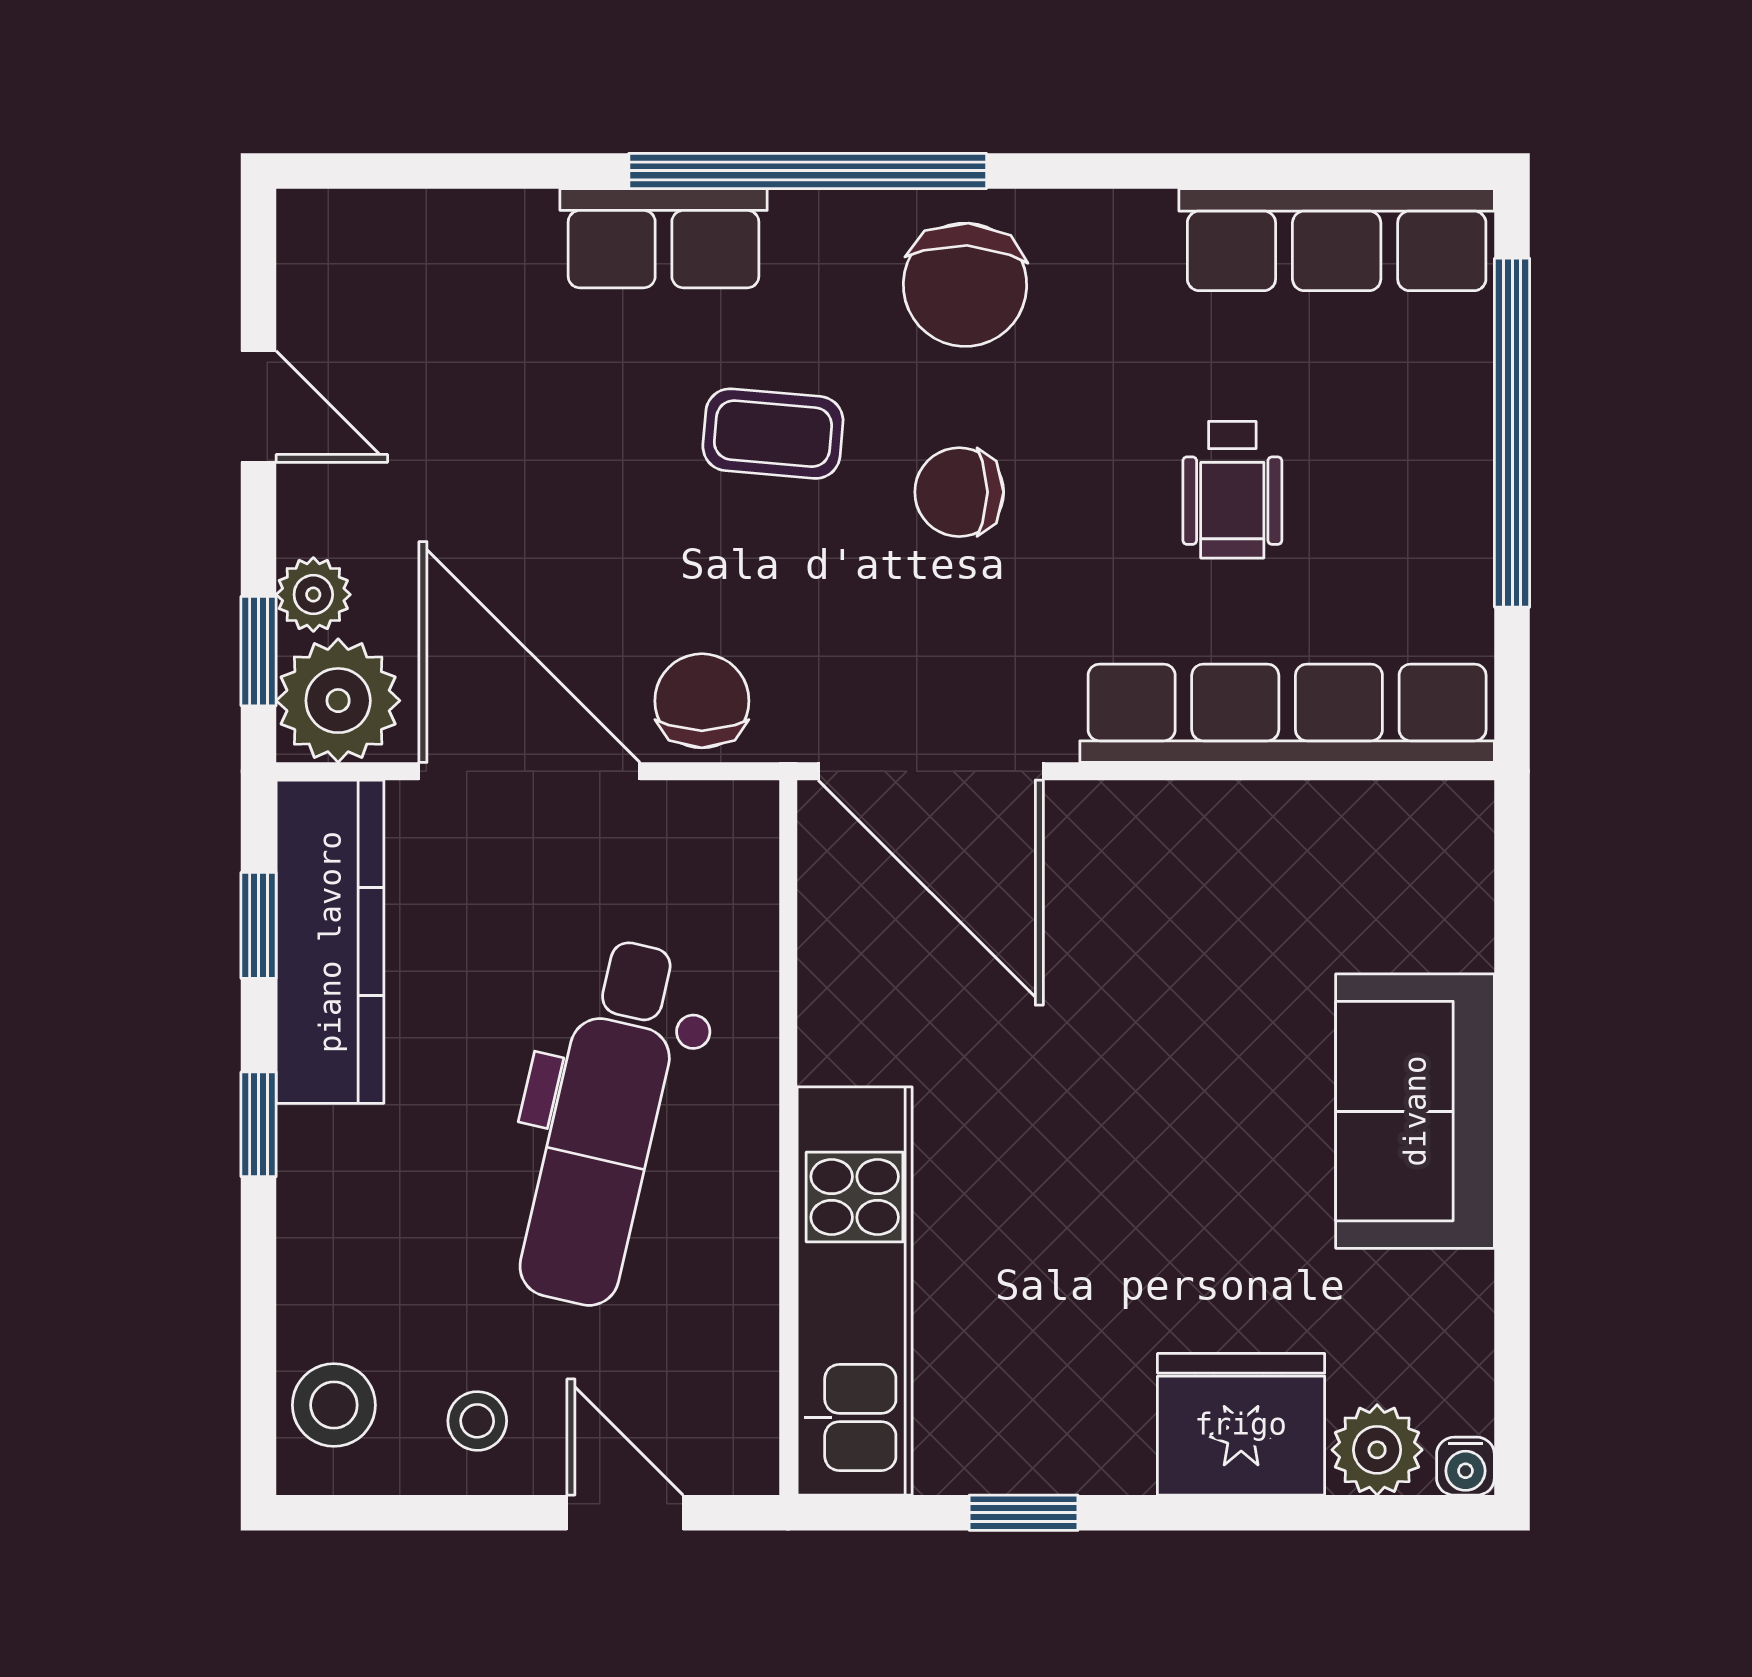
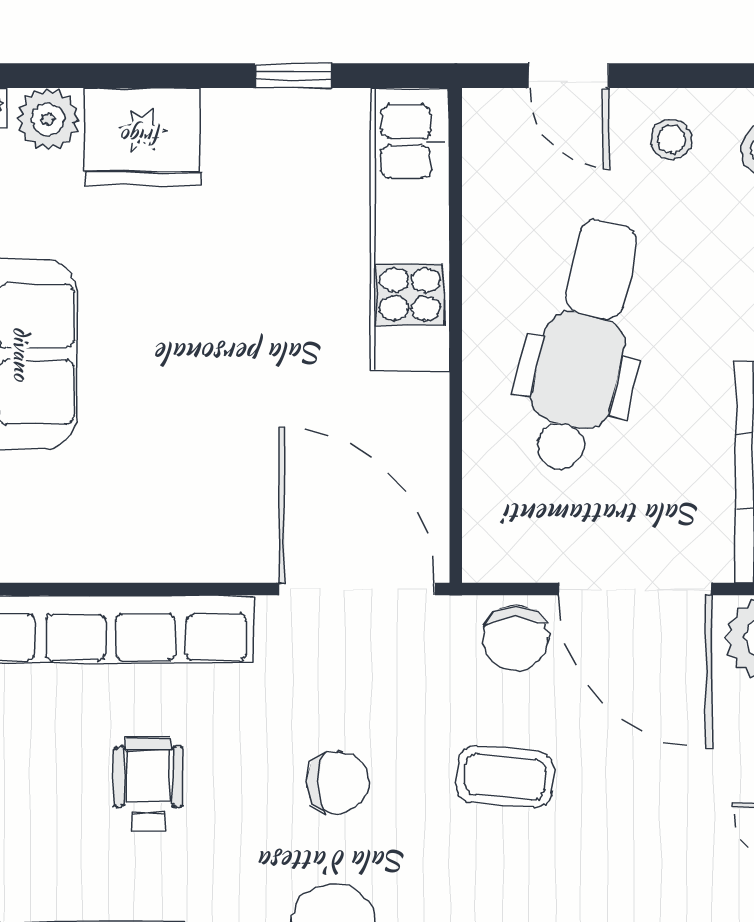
coffee table: (773, 434) -> (505, 777), moved

